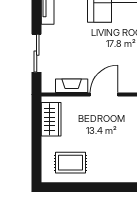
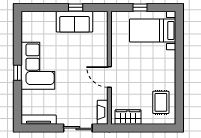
fireplace: (72, 86) -> (103, 112), moved

